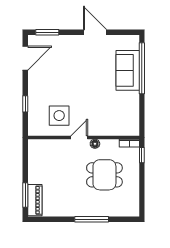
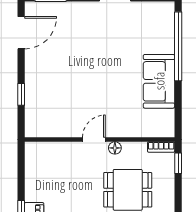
sofa: (128, 70) -> (159, 81), moved
side table: (59, 116) -> (67, 110), removed

